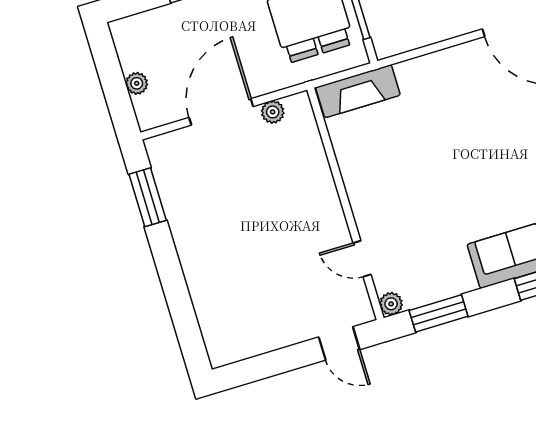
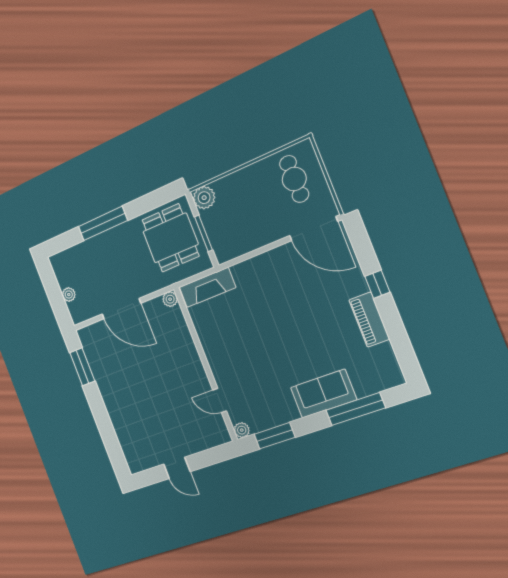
door: (221, 112) -> (121, 309), swing flipped
plant: (273, 112) -> (170, 299), moved
door: (339, 343) -> (177, 468), moved

